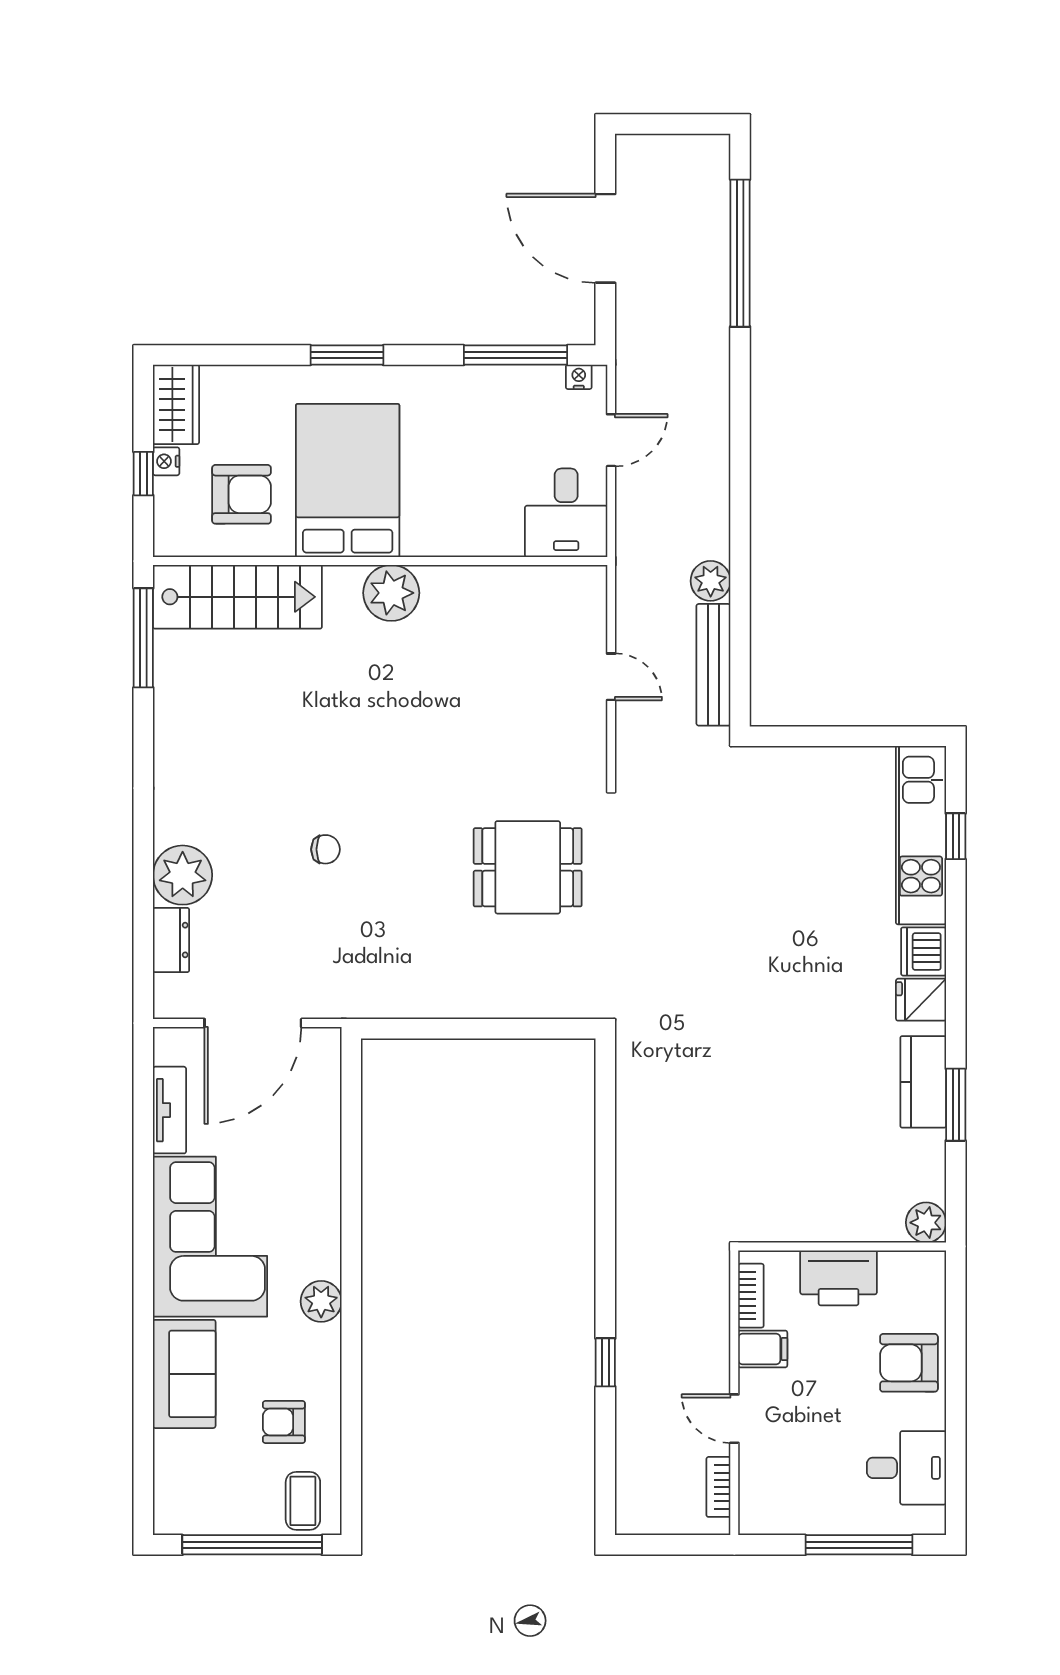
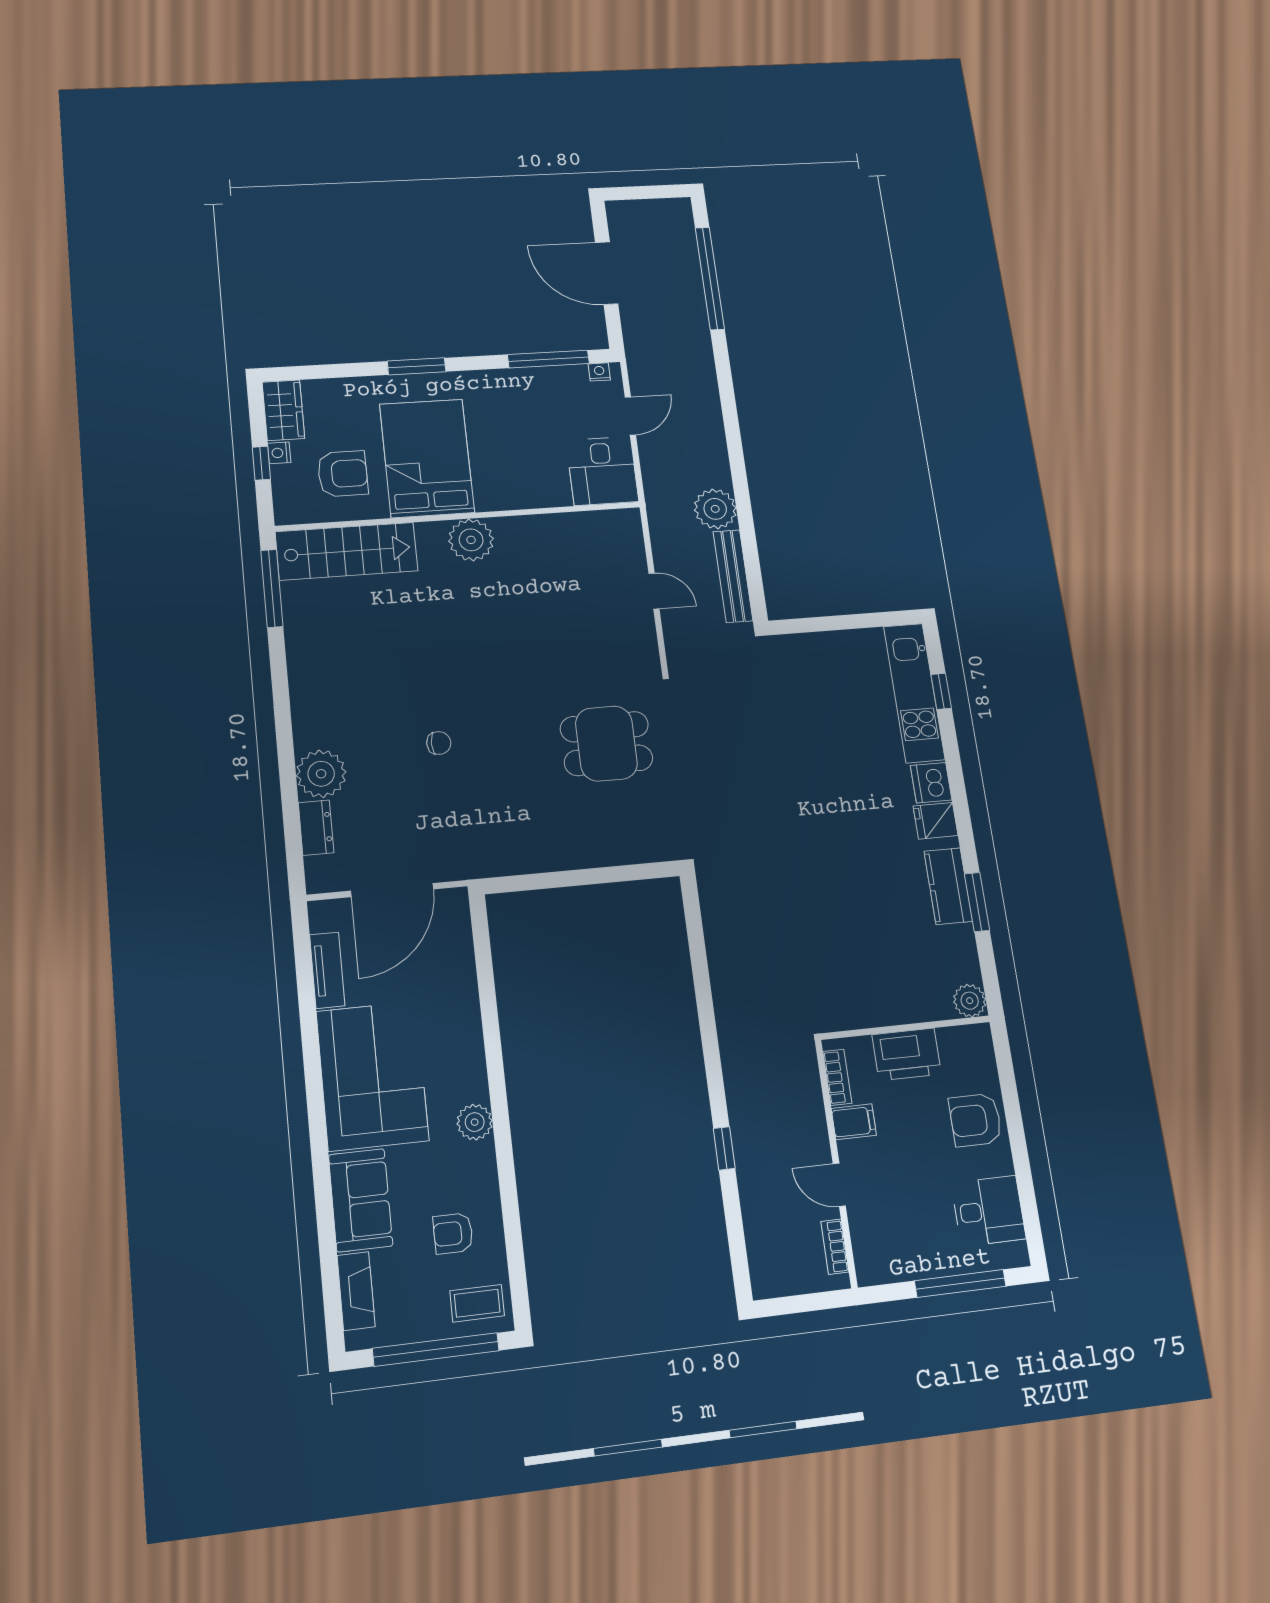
plant: (711, 581) -> (715, 509), width x1.36, depth x1.36
fireplace: (170, 1472) -> (356, 1291), added
coffee table: (303, 1501) -> (477, 1303), turned 90

